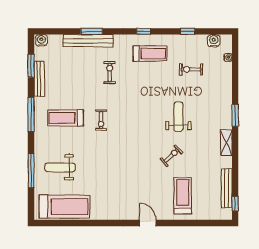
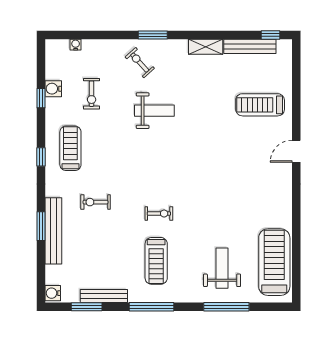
water cooler: (214, 41) -> (53, 89), moved
weight bench: (178, 117) -> (154, 111), turned 180
shelving: (226, 143) -> (206, 47), moved
exercise bike: (171, 156) -> (140, 63), moved
weight bench: (60, 167) -> (222, 268), turned 180

